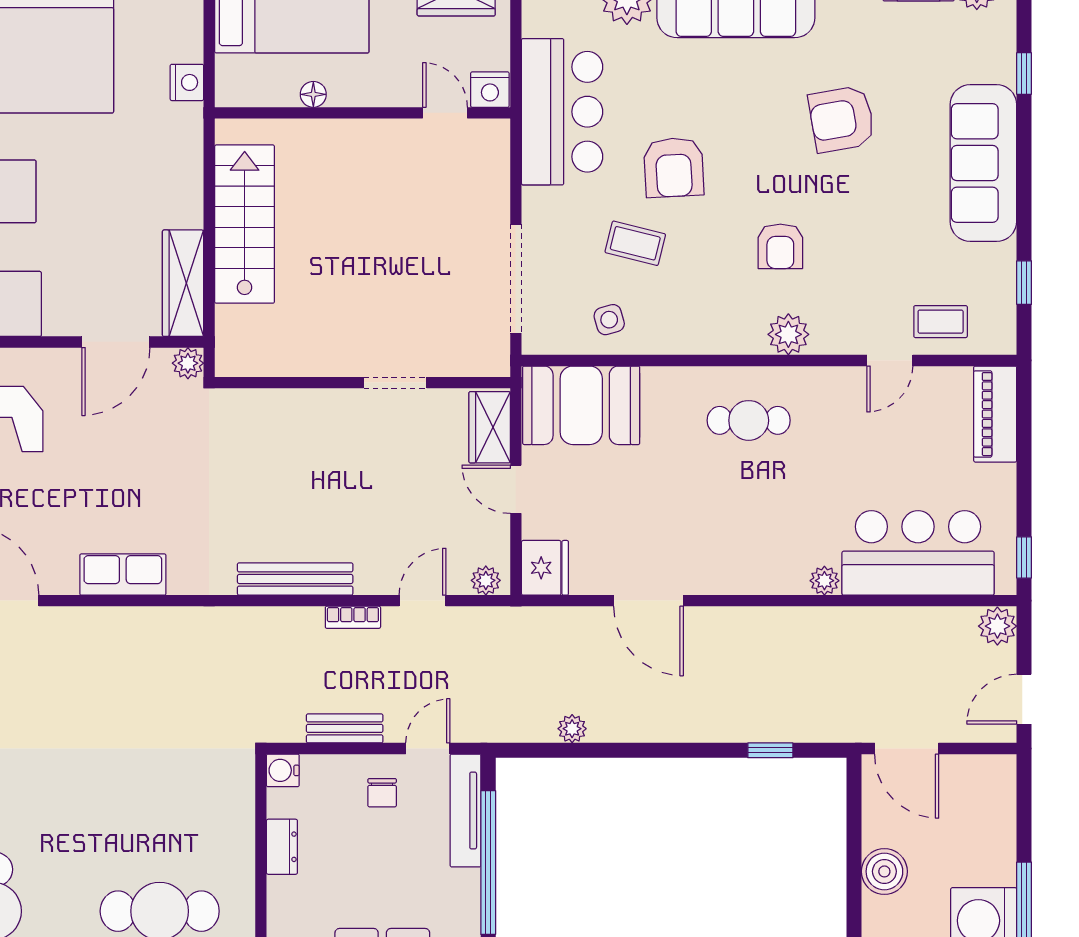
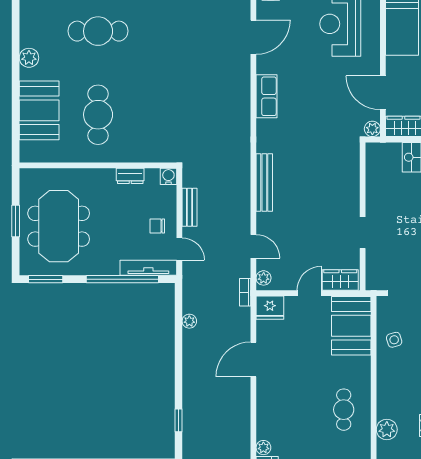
bookcase: (353, 617) -> (245, 292), moved

